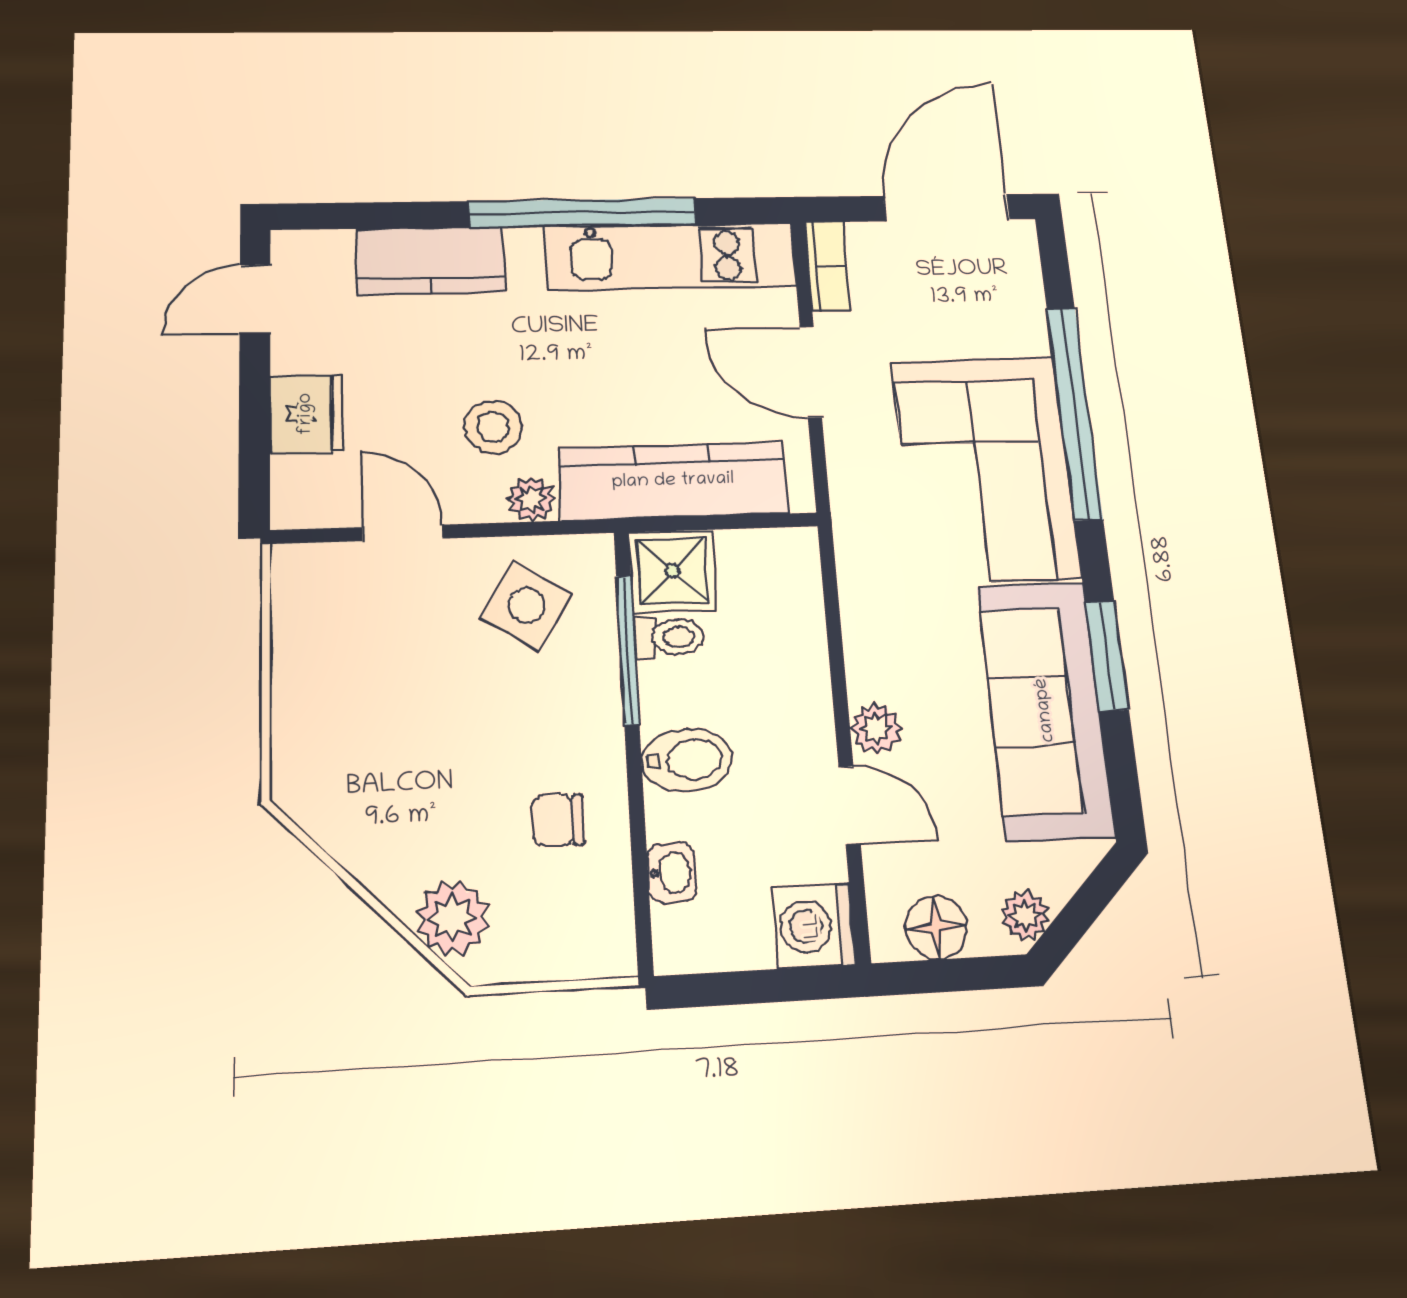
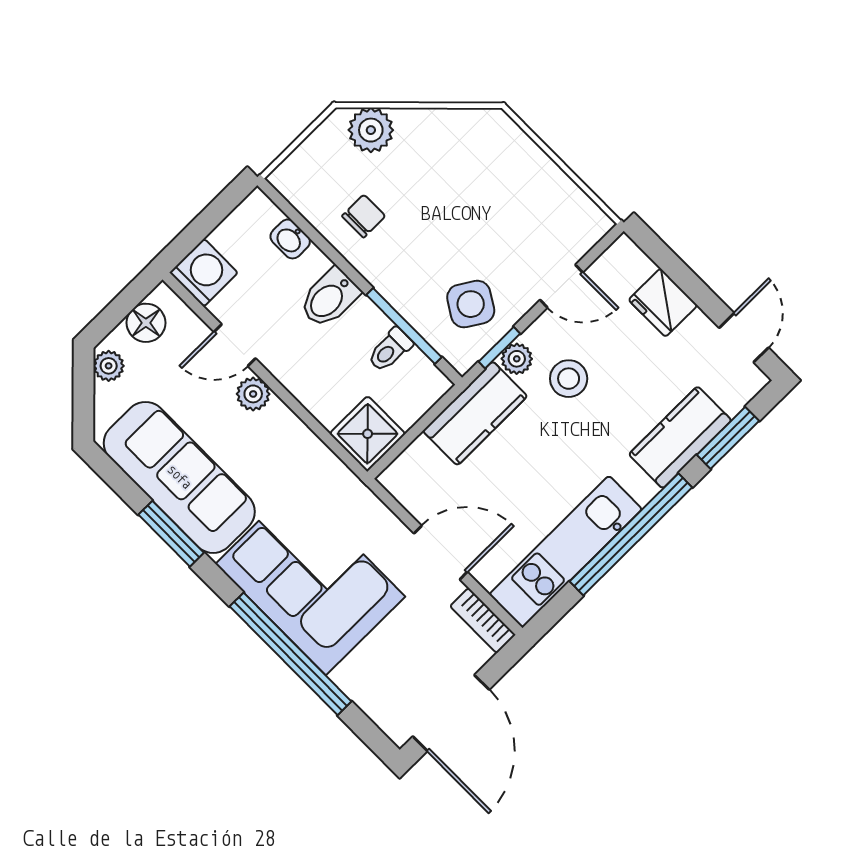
window: (379, 215) -> (728, 438), added
kitchen counter: (673, 481) -> (475, 413), width x0.67
window: (540, 528) -> (499, 348), added
shower: (673, 571) -> (368, 434), moved

